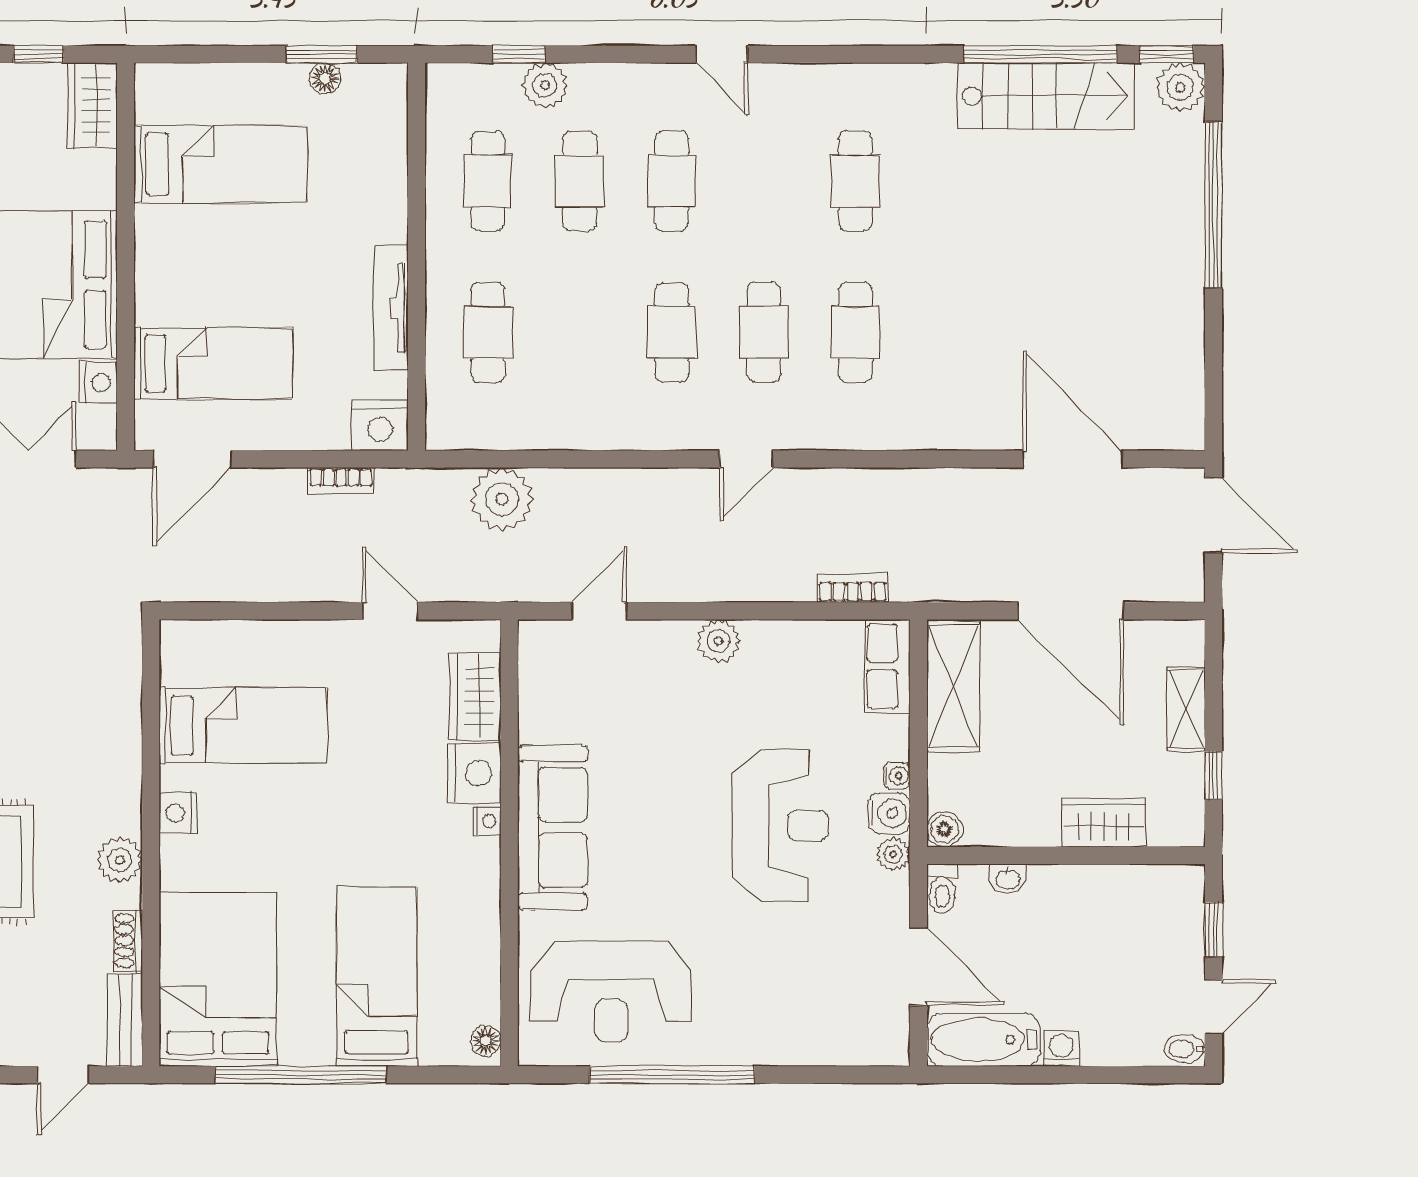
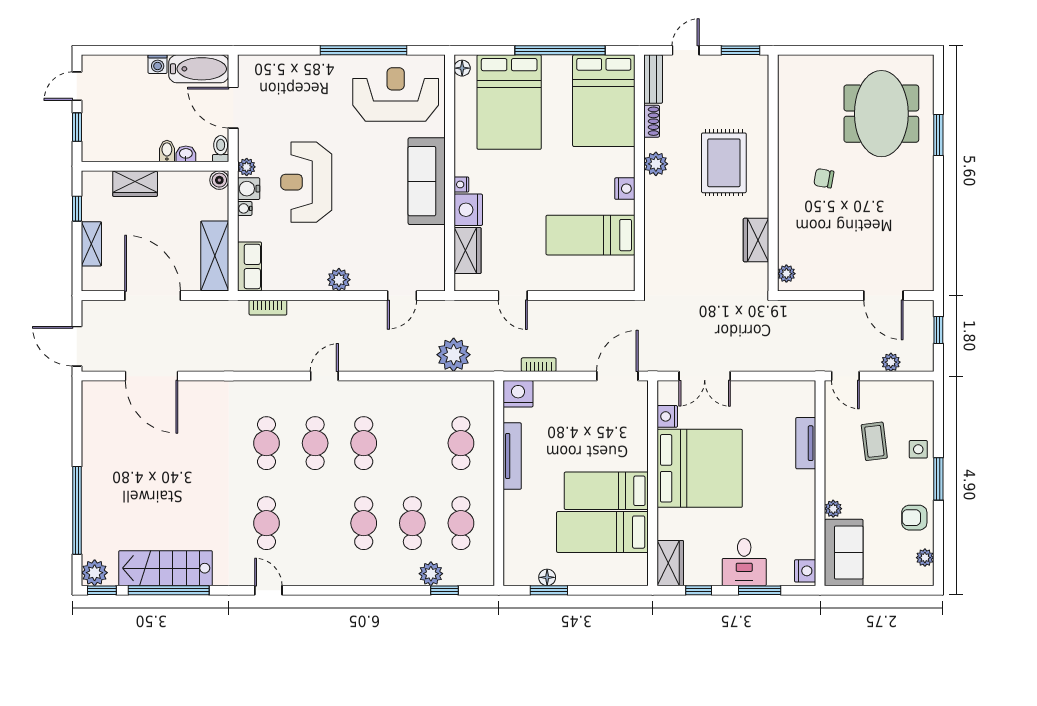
door: (722, 54) -> (268, 590), moved
bed: (213, 363) -> (606, 491), moved
bed: (377, 977) -> (509, 102), width x1.50
bidet: (1185, 1049) -> (167, 151), moved, turned -90

